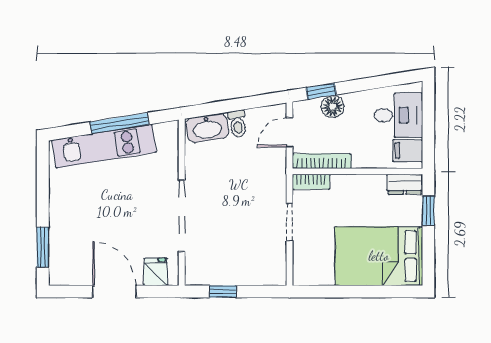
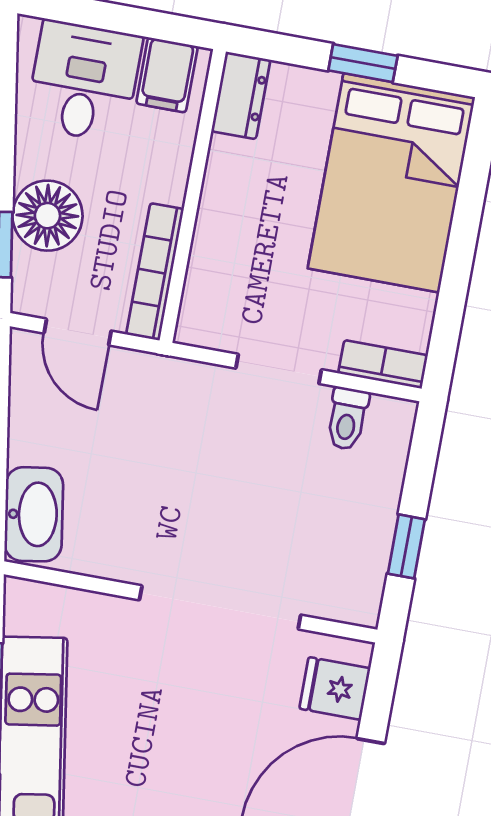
floor lamp: (333, 107) -> (47, 216), width x1.38, depth x1.38
toilet: (237, 124) -> (347, 419), moved, turned 99
bookcase: (311, 182) -> (383, 364), moved, turned -90
window: (428, 211) -> (363, 63), moved

